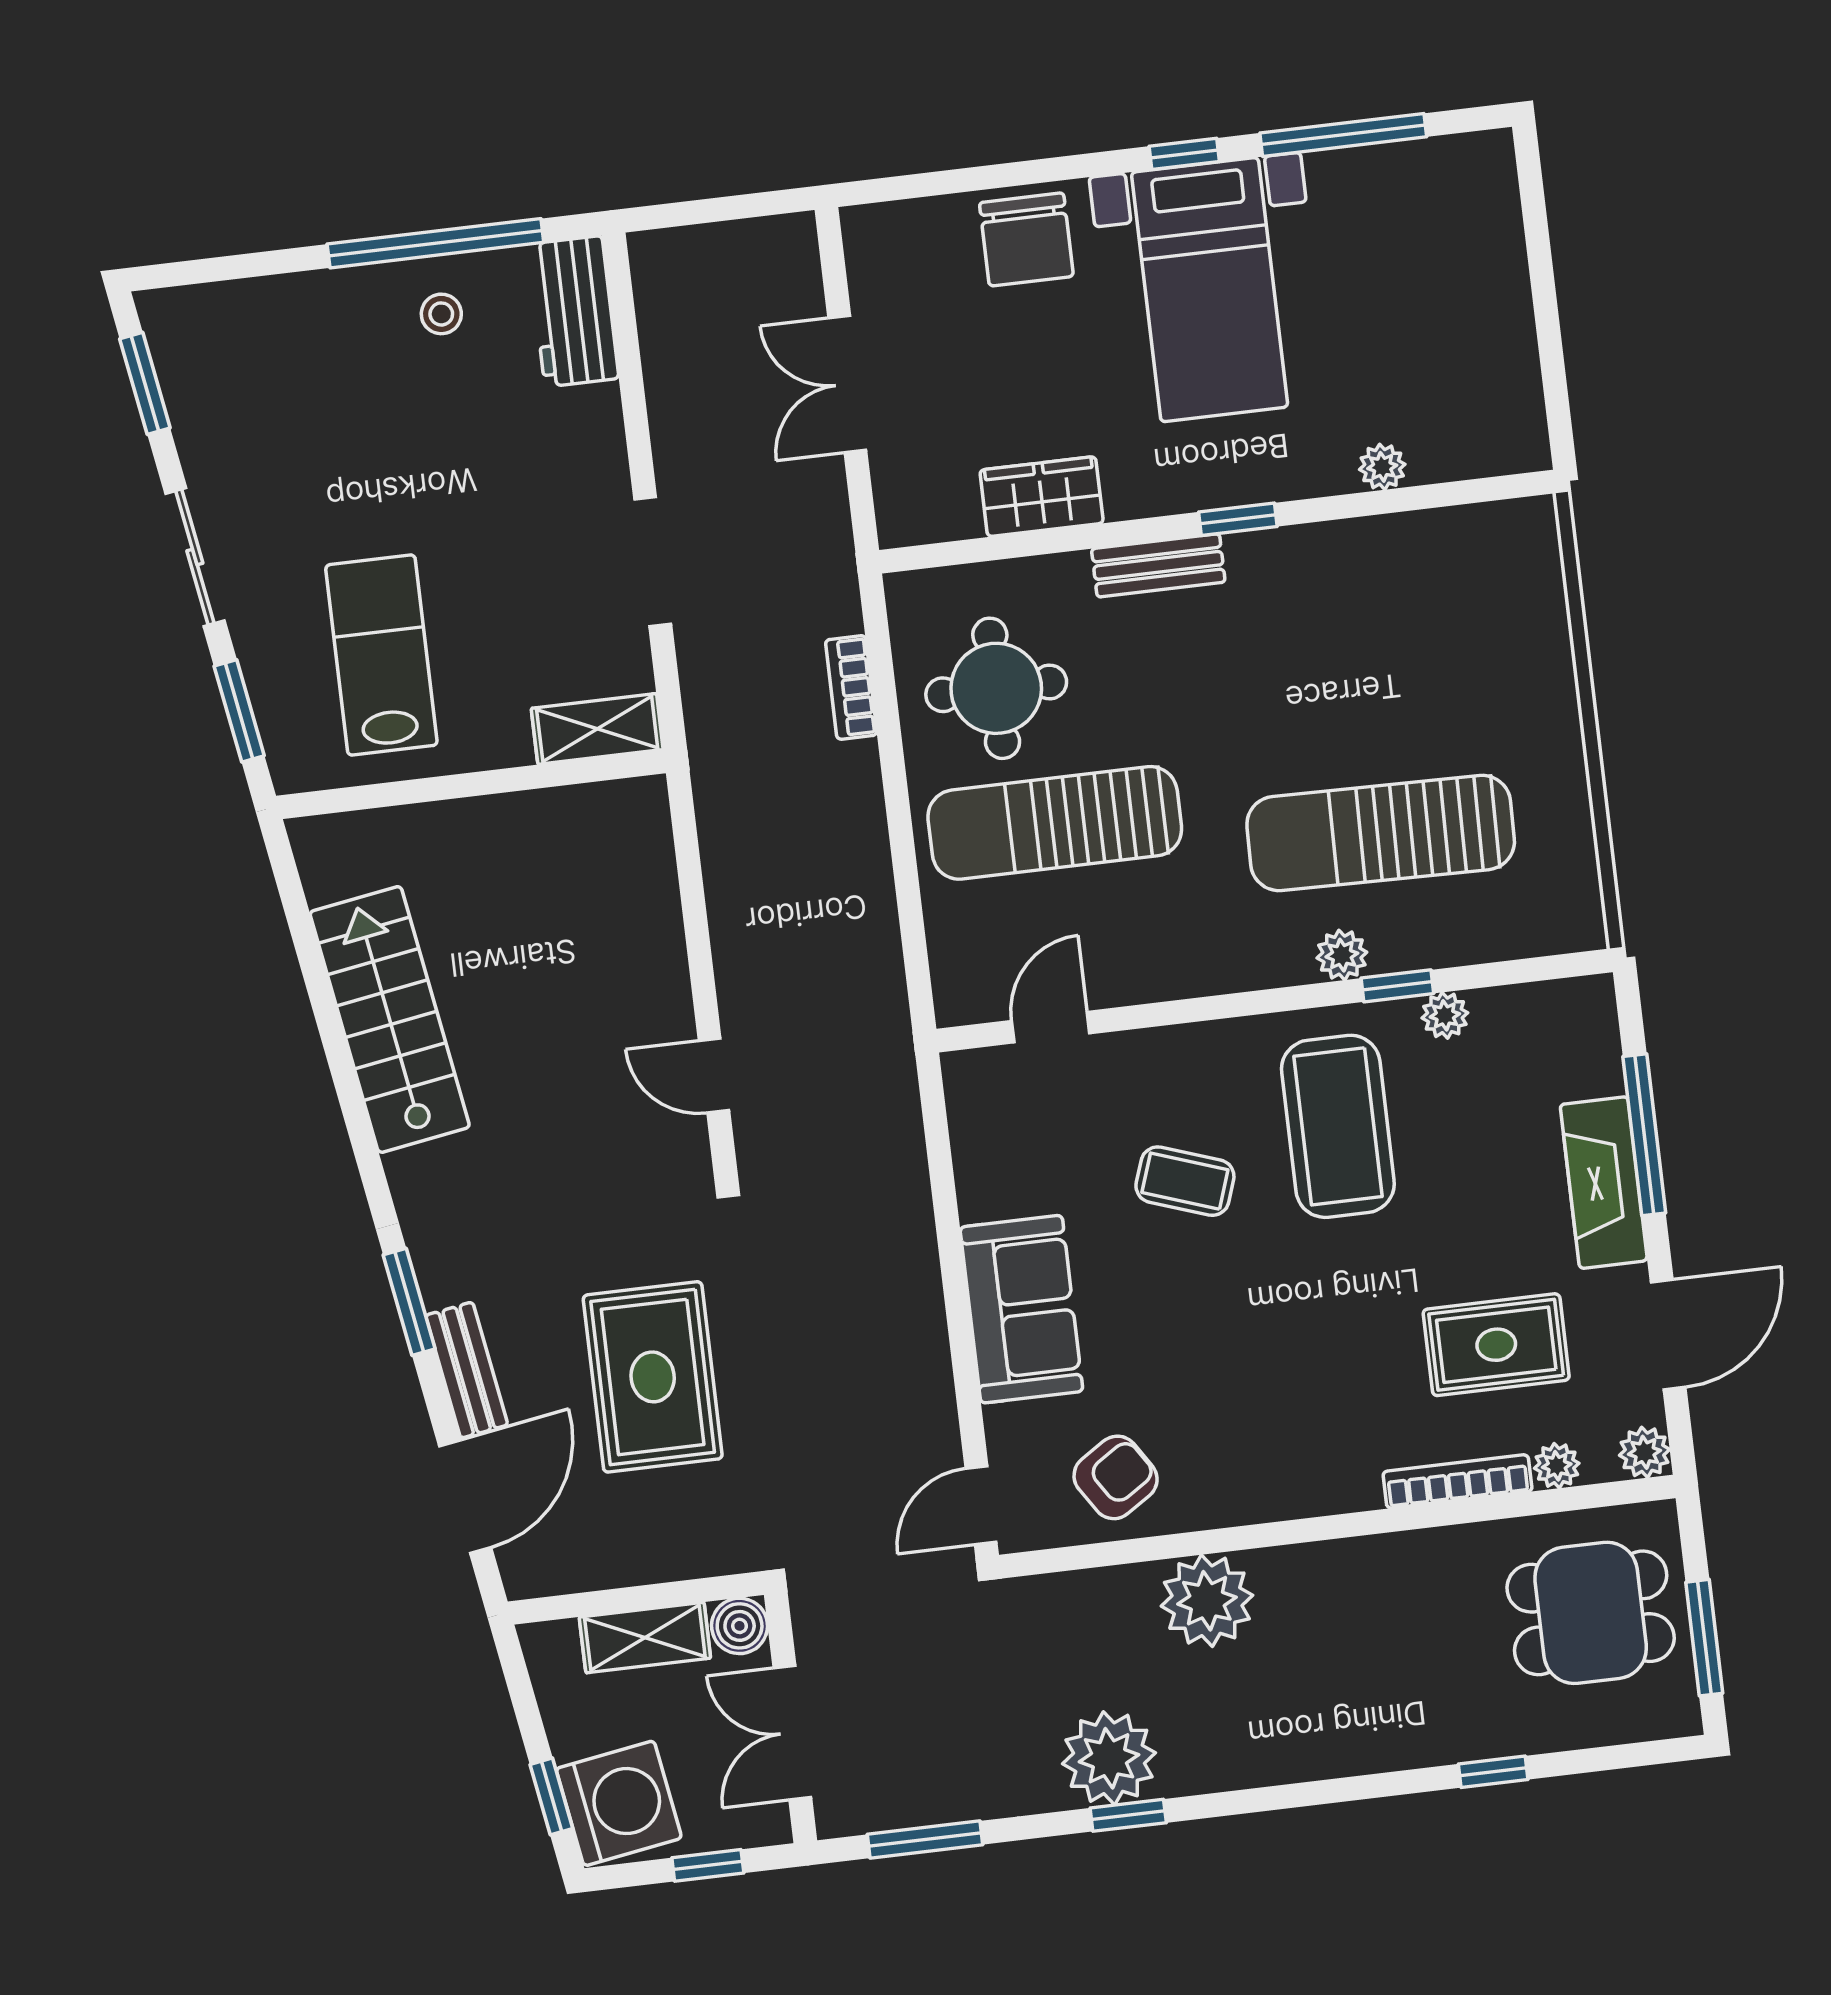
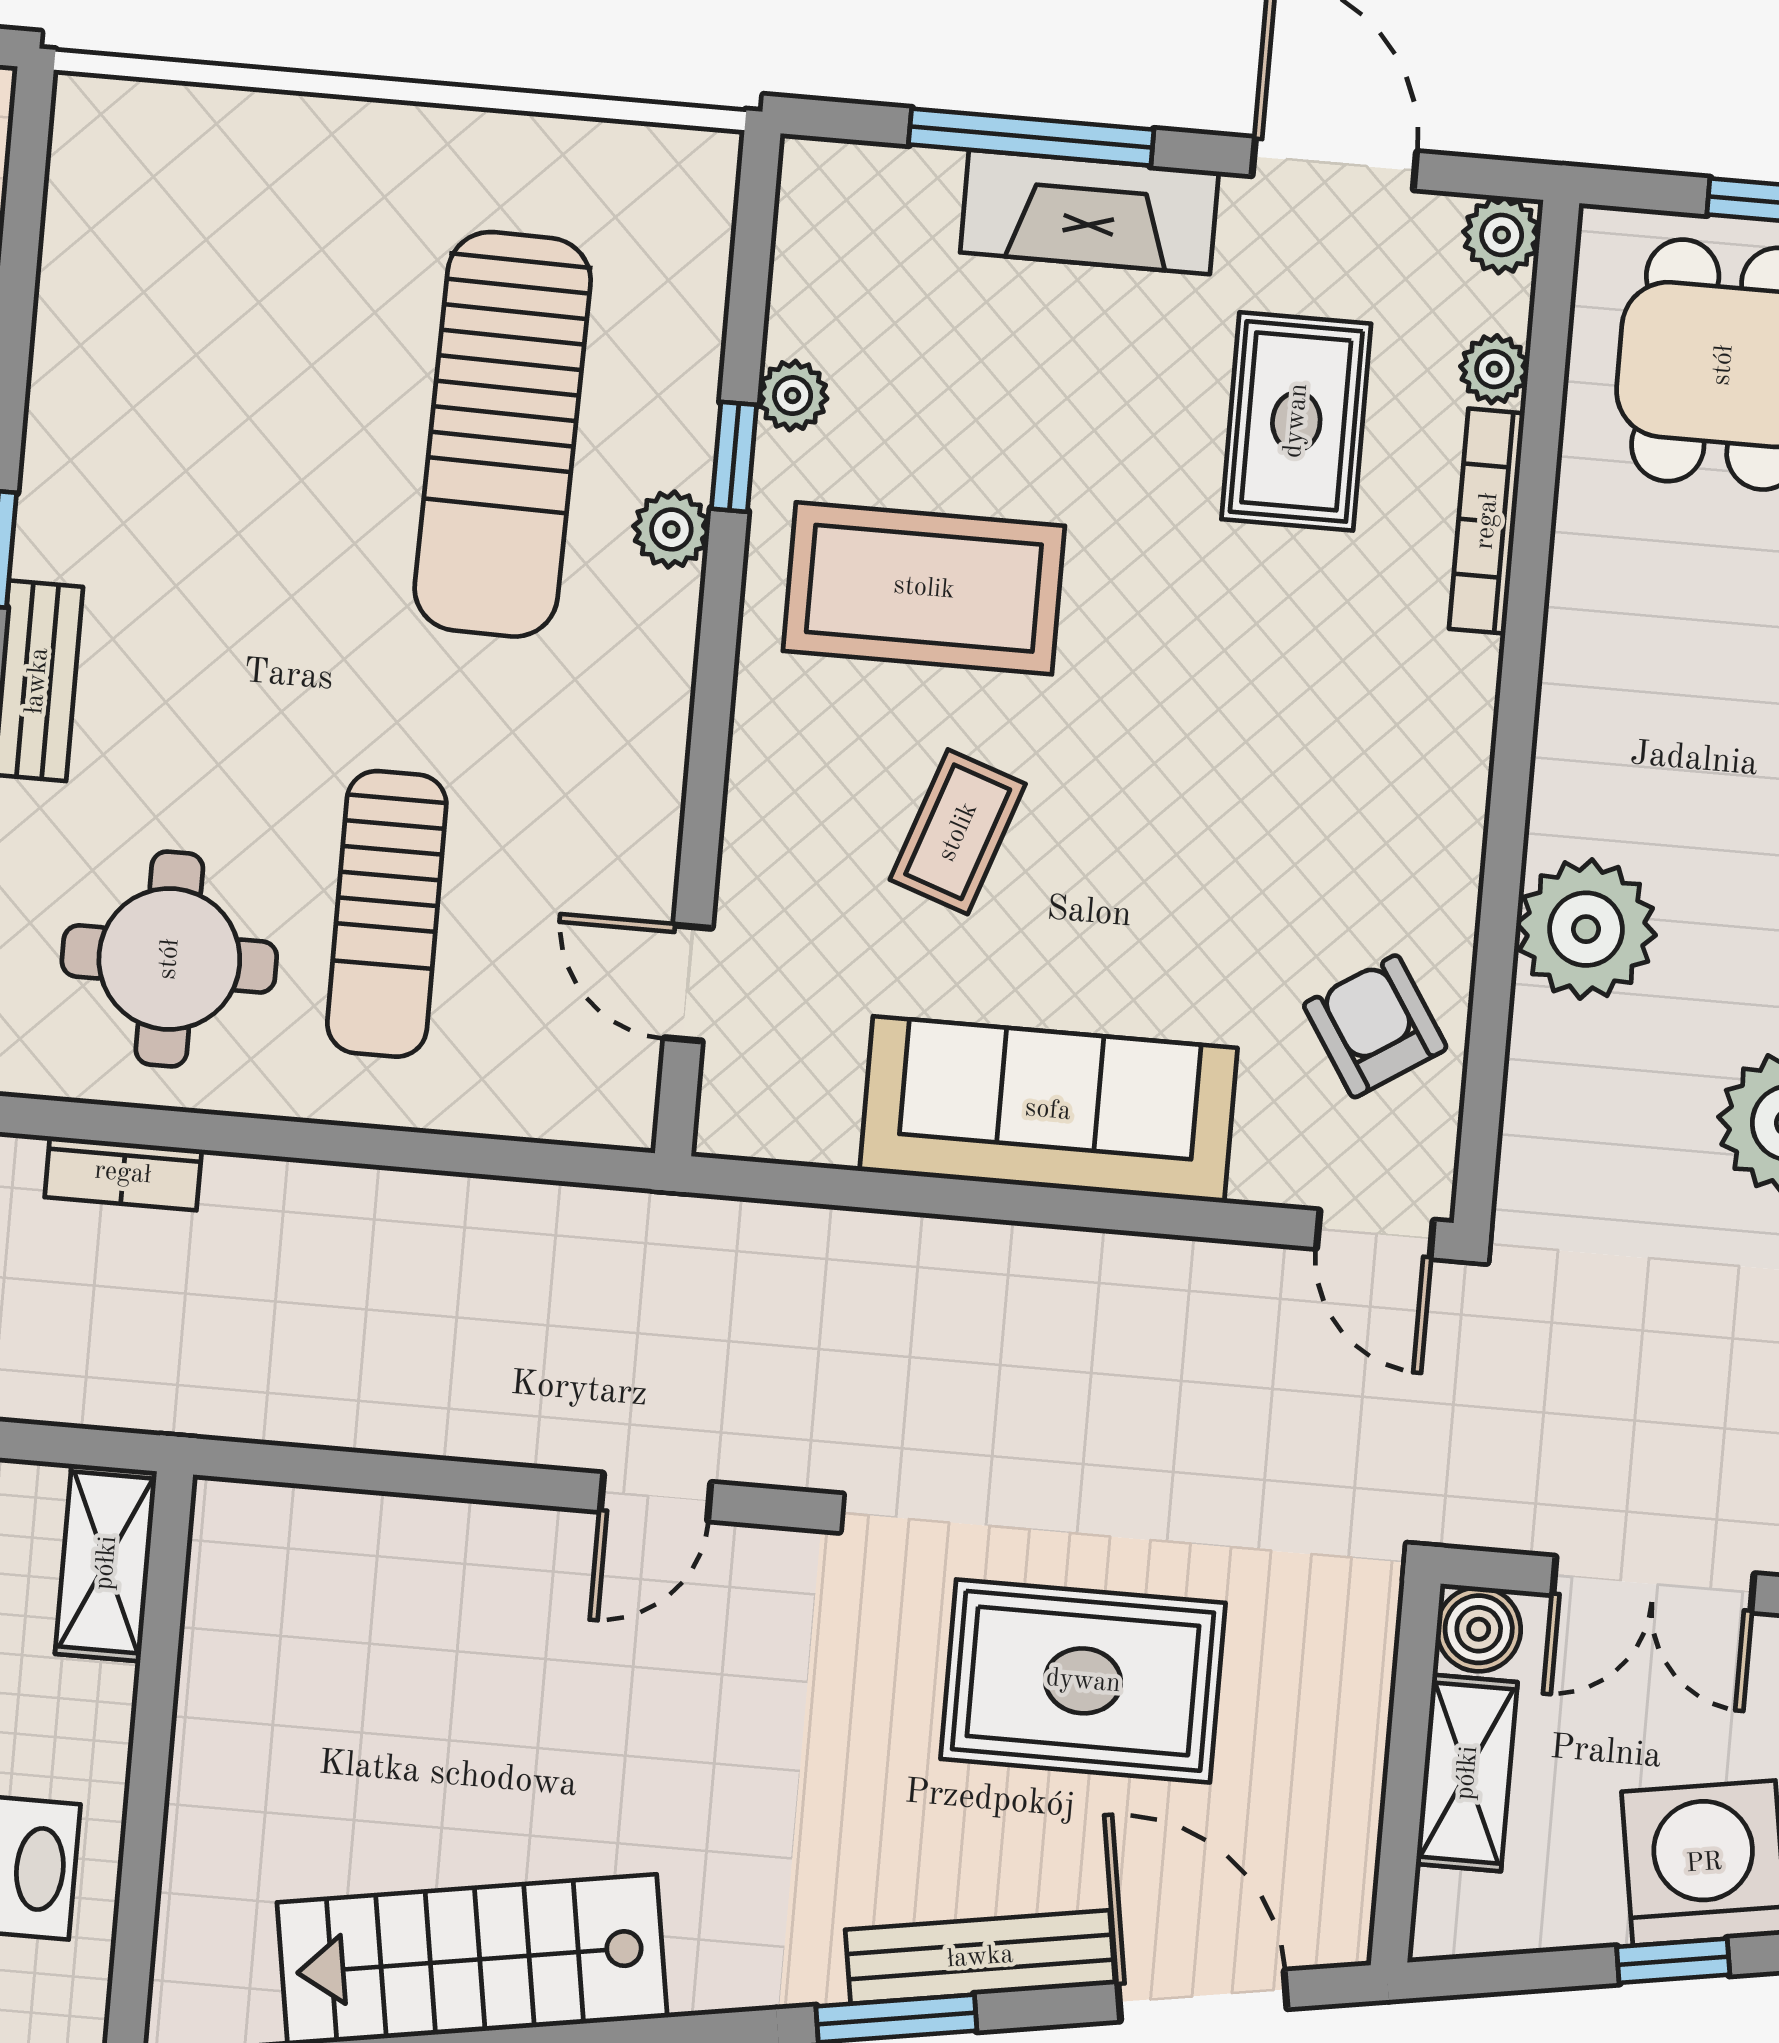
sun lounger: (1055, 823) -> (387, 914), width x0.73, depth x0.75
sofa: (1021, 1309) -> (1048, 1110), width x1.36
bench: (467, 1370) -> (980, 1957), width x1.36

